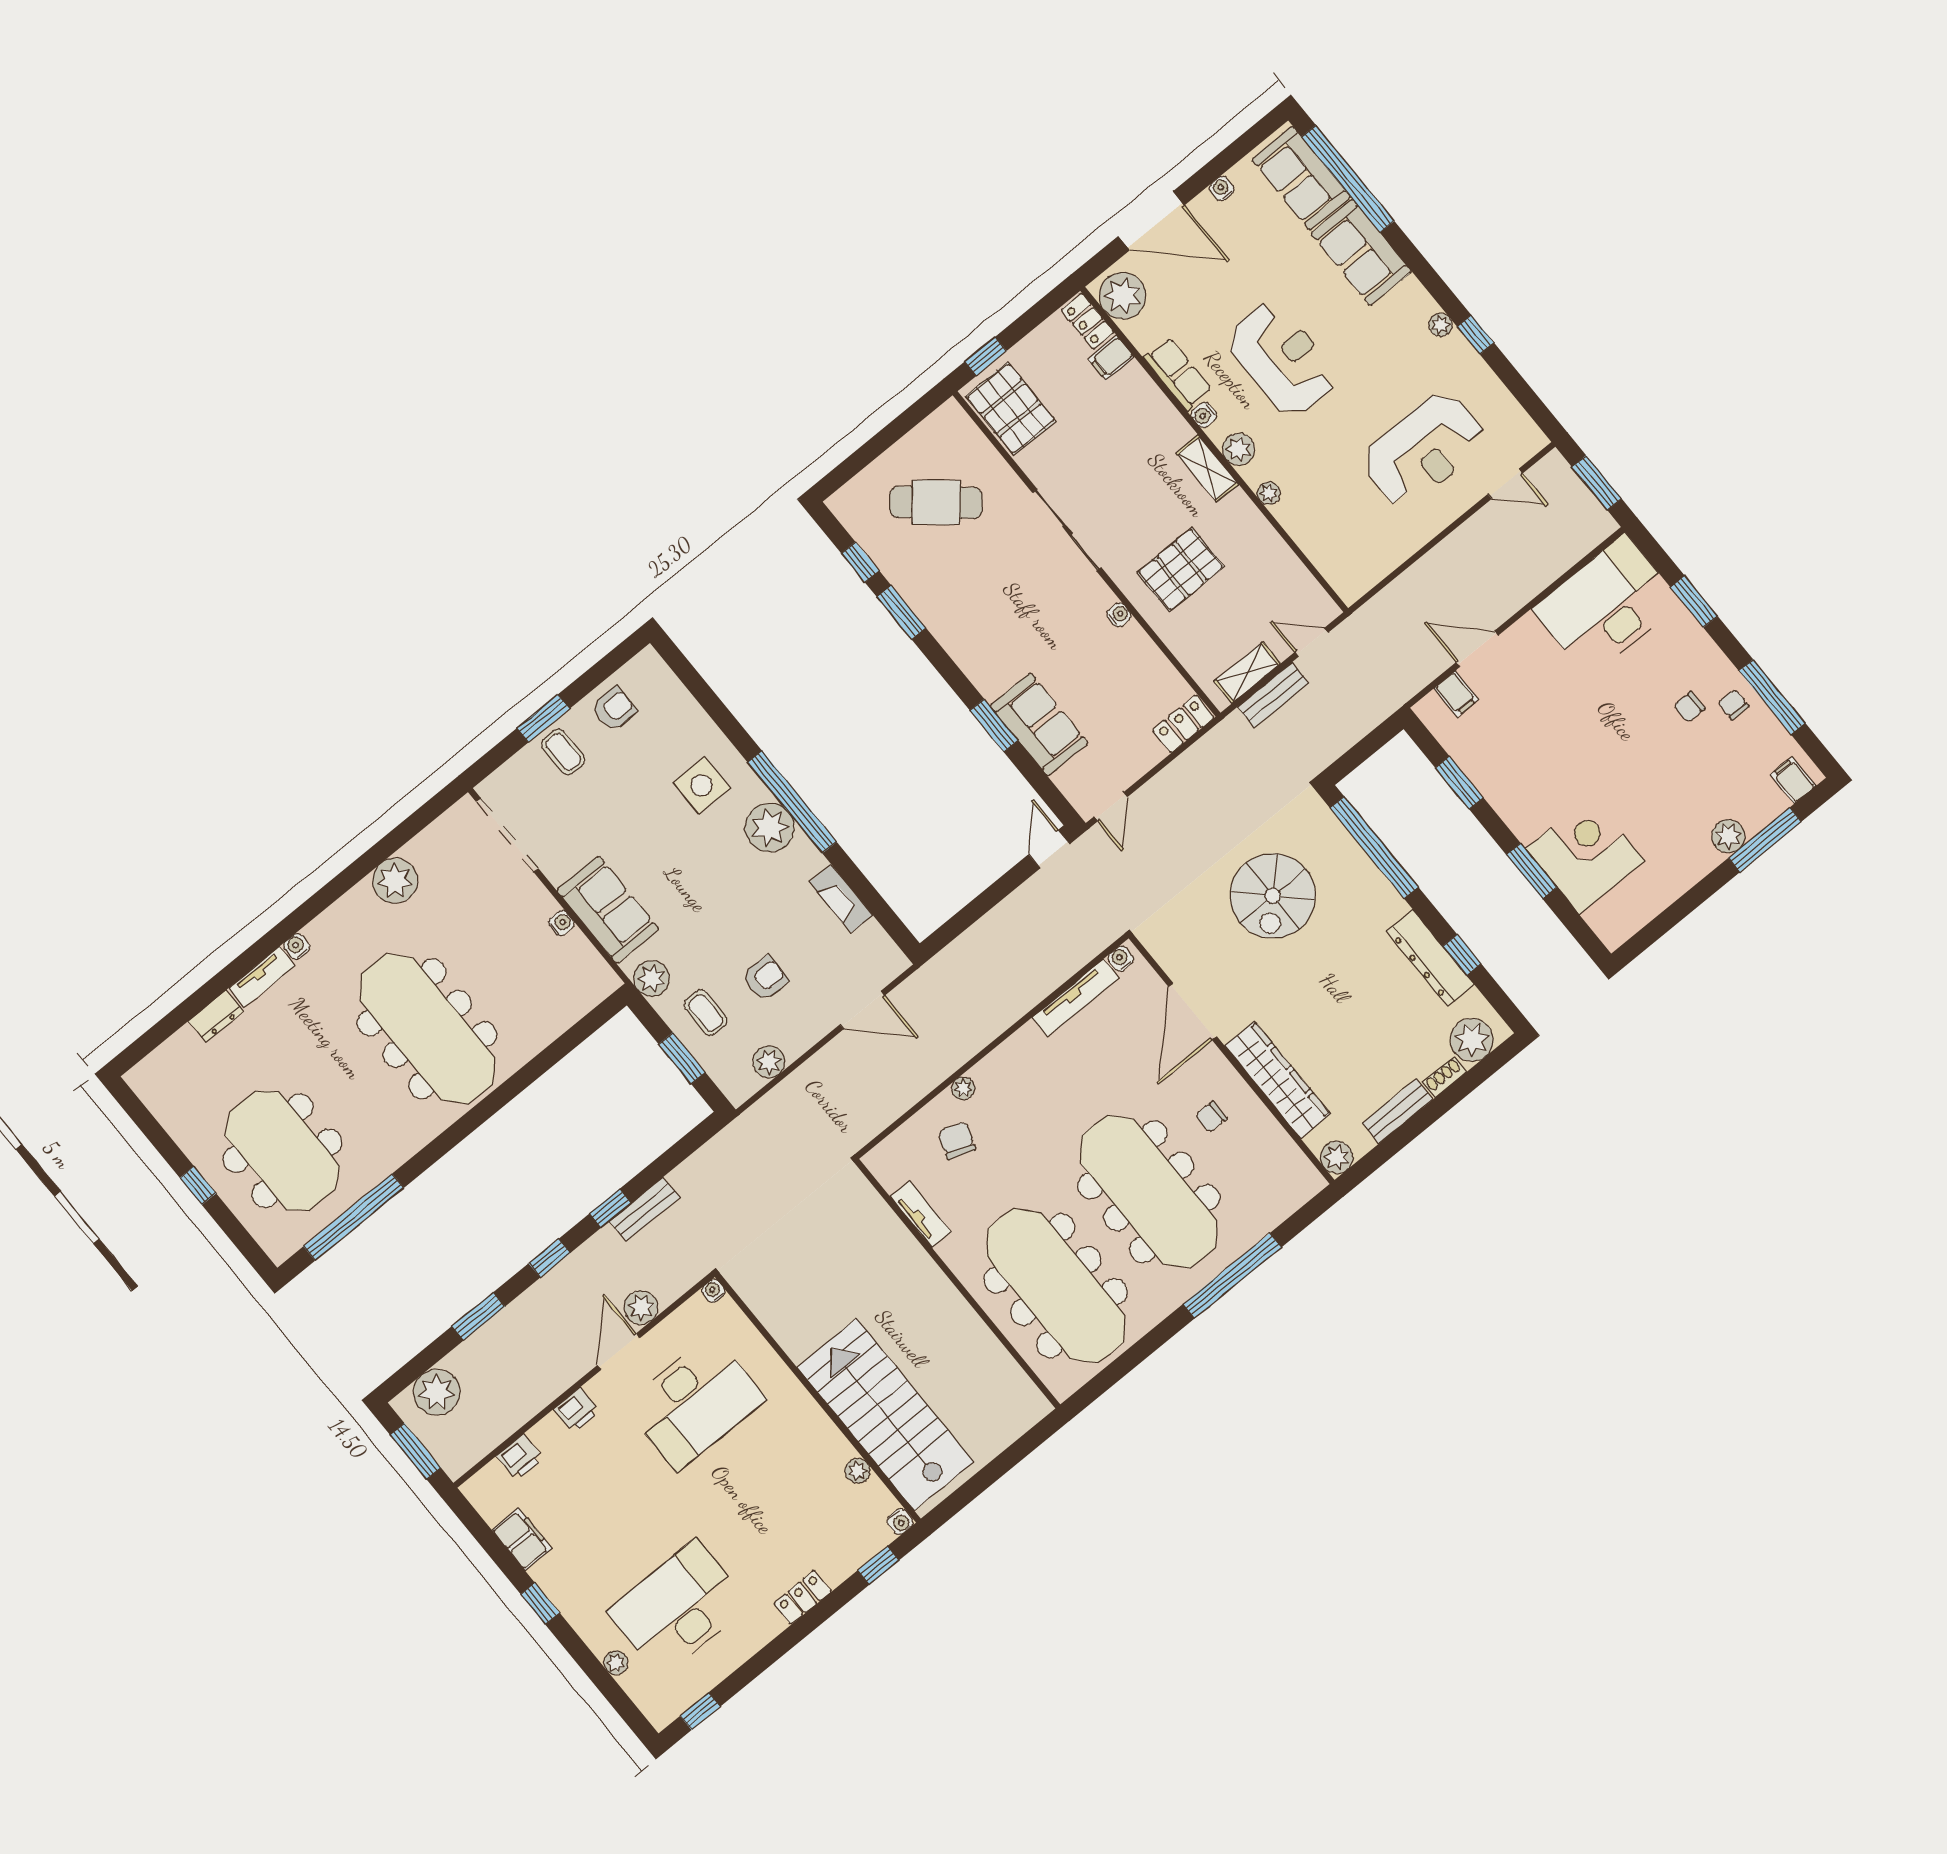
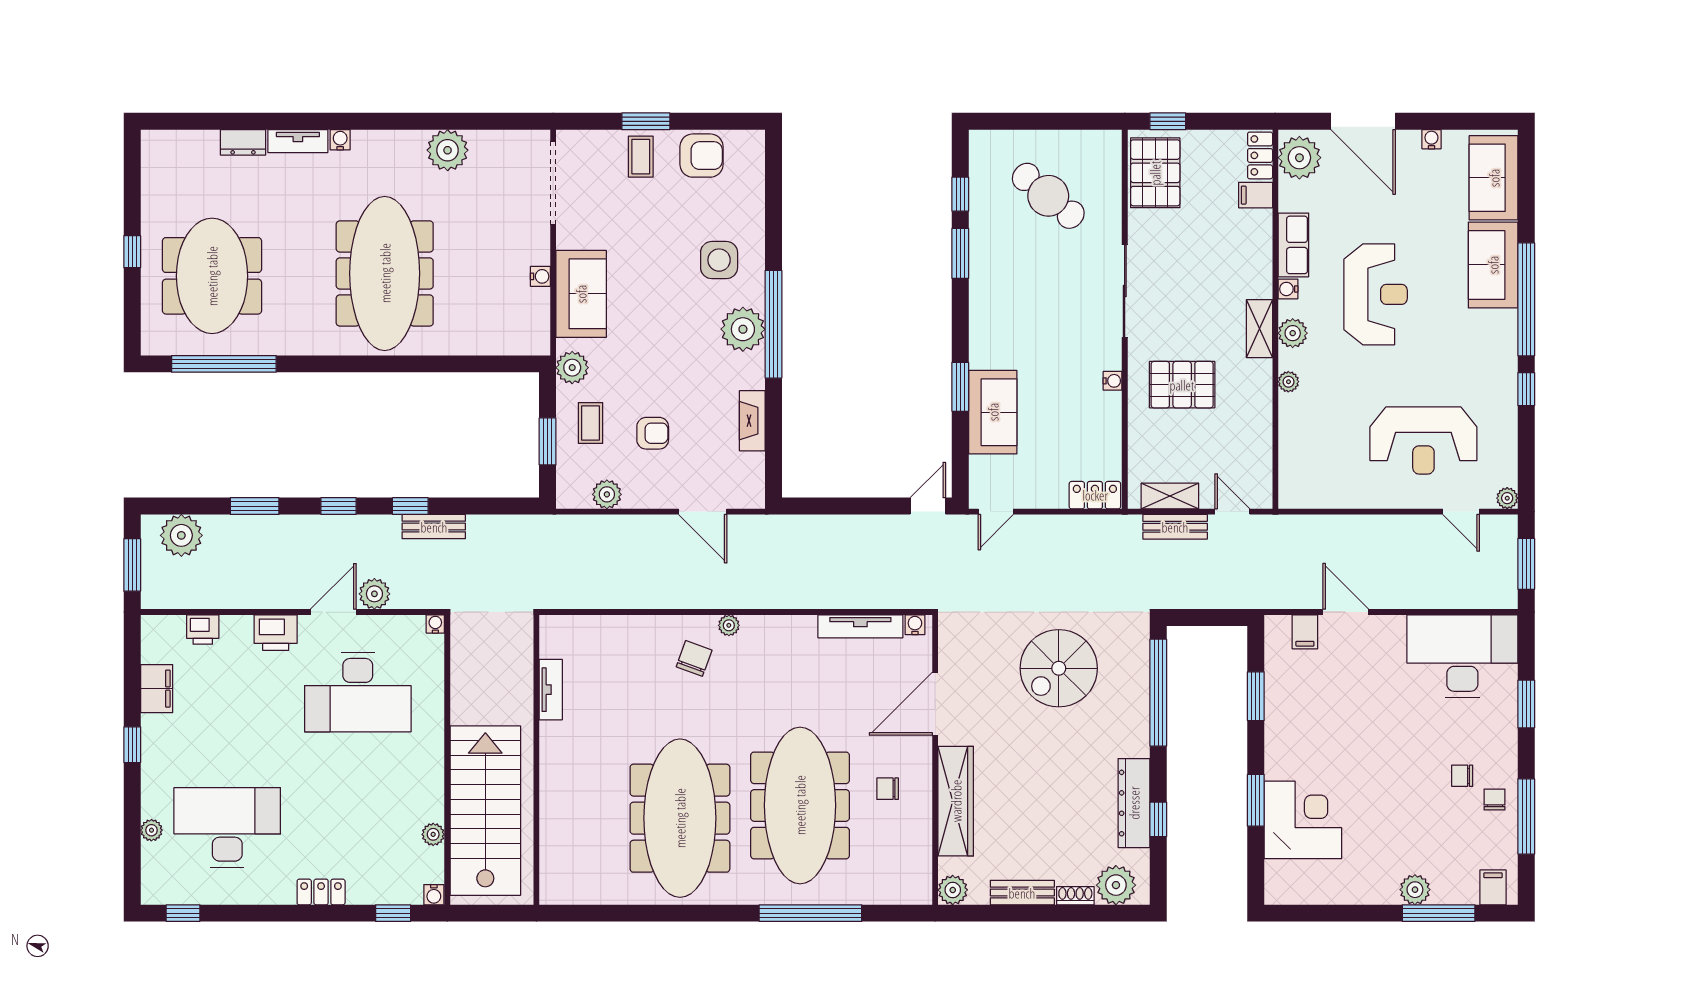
window: (1348, 179) -> (1526, 299), moved
plant: (1440, 325) -> (1507, 498), moved
armchair: (614, 709) -> (702, 156), width x1.38, depth x1.38
tv unit: (921, 1214) -> (551, 690), moved
wall: (957, 1284) -> (536, 760), moved
printer: (577, 1410) -> (276, 633), width x1.36, depth x1.24

